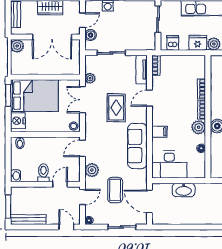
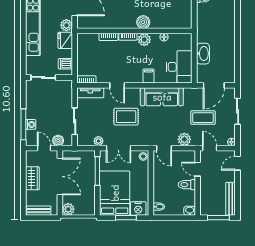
window: (58, 77) -> (97, 171), added
window: (8, 95) -> (126, 218), moved

